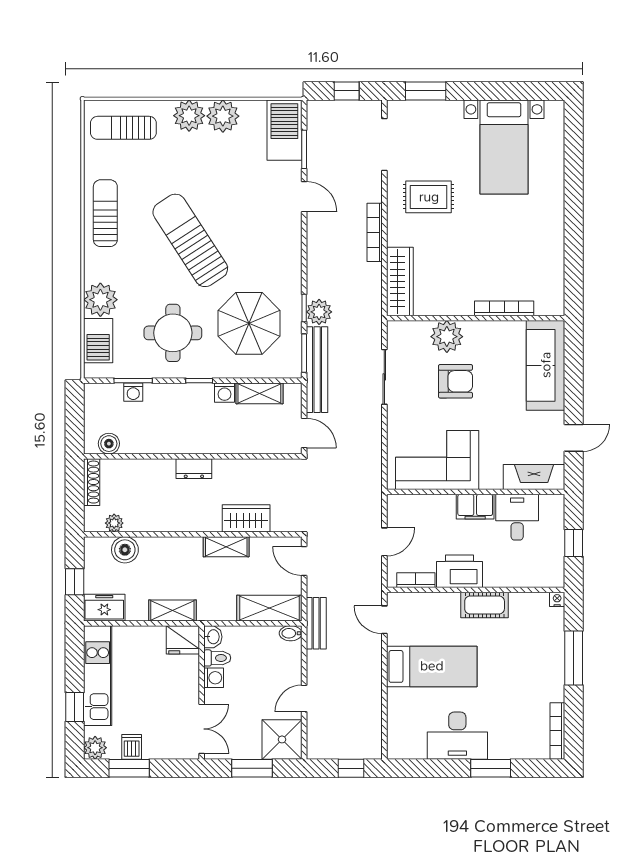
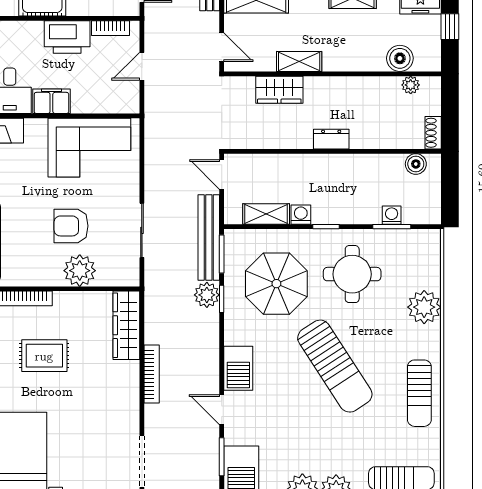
rug: (429, 197) -> (44, 356), moved
barbecue: (98, 341) -> (238, 368), moved, turned 180
shoe rack: (92, 482) -> (433, 133), width x0.70

